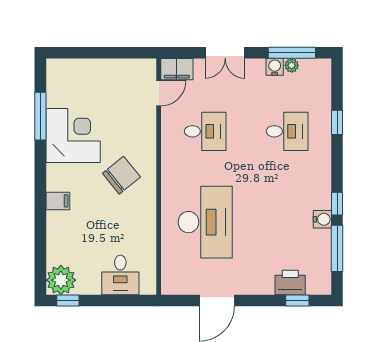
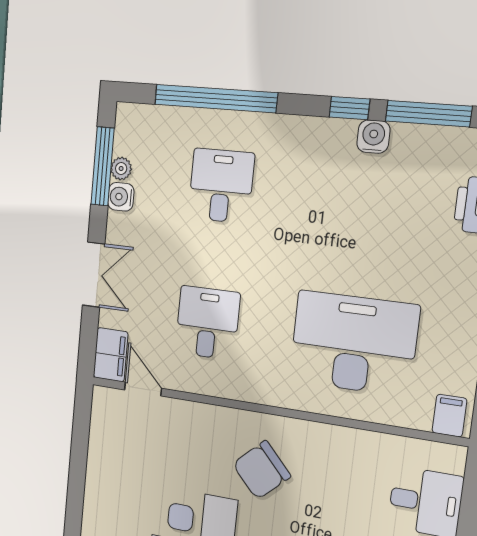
window: (337, 122) -> (215, 99), width x3.17
chair: (121, 175) -> (261, 470), turned -94
filing cabinet: (172, 282) -> (449, 416), added

